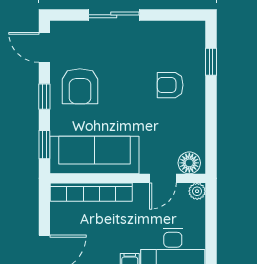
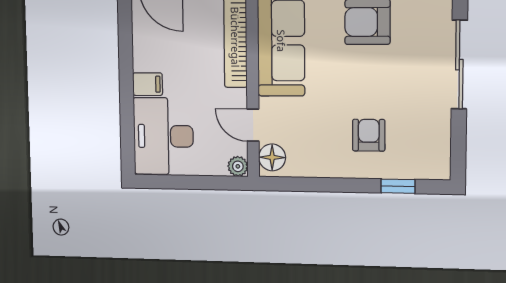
sliding door: (114, 15) -> (459, 65), width x1.37

